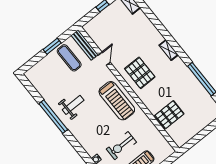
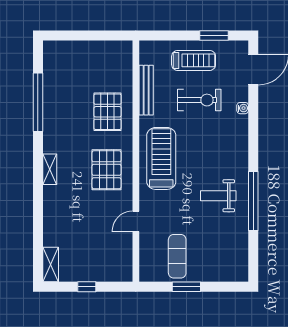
bench: (85, 45) -> (146, 90), moved
pallet: (169, 115) -> (108, 112), moved, turned 90

